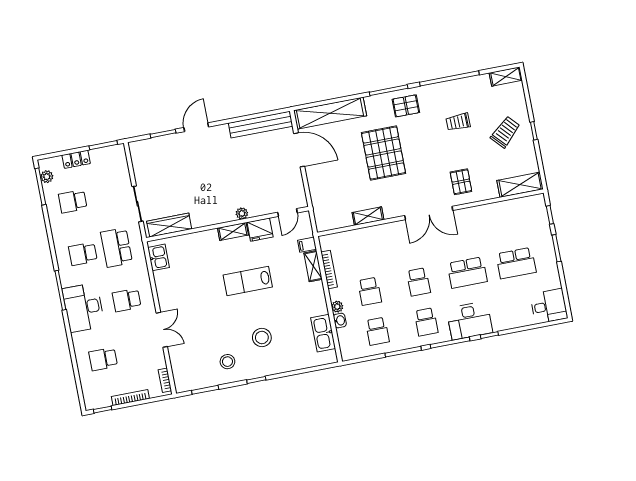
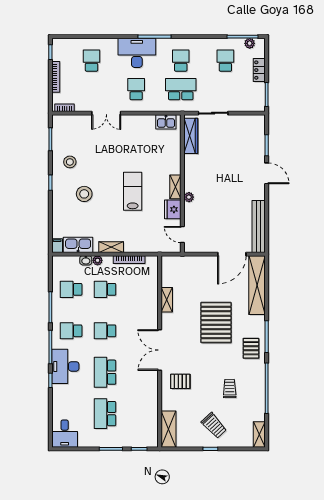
pallet: (383, 153) -> (216, 322), turned 90
filing cabinet: (307, 245) -> (57, 246), moved
shelving: (313, 266) -> (111, 247), moved

